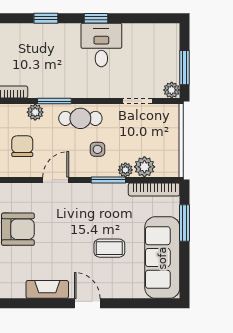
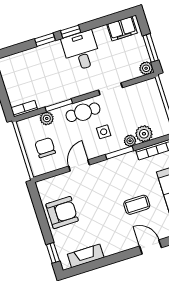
window: (46, 18) -> (45, 40), moved
filing cabinet: (158, 34) -> (122, 29), added
doorway: (138, 101) -> (110, 89), moved
fireplace: (47, 289) -> (86, 256), moved
door: (87, 303) -> (151, 247), moved

